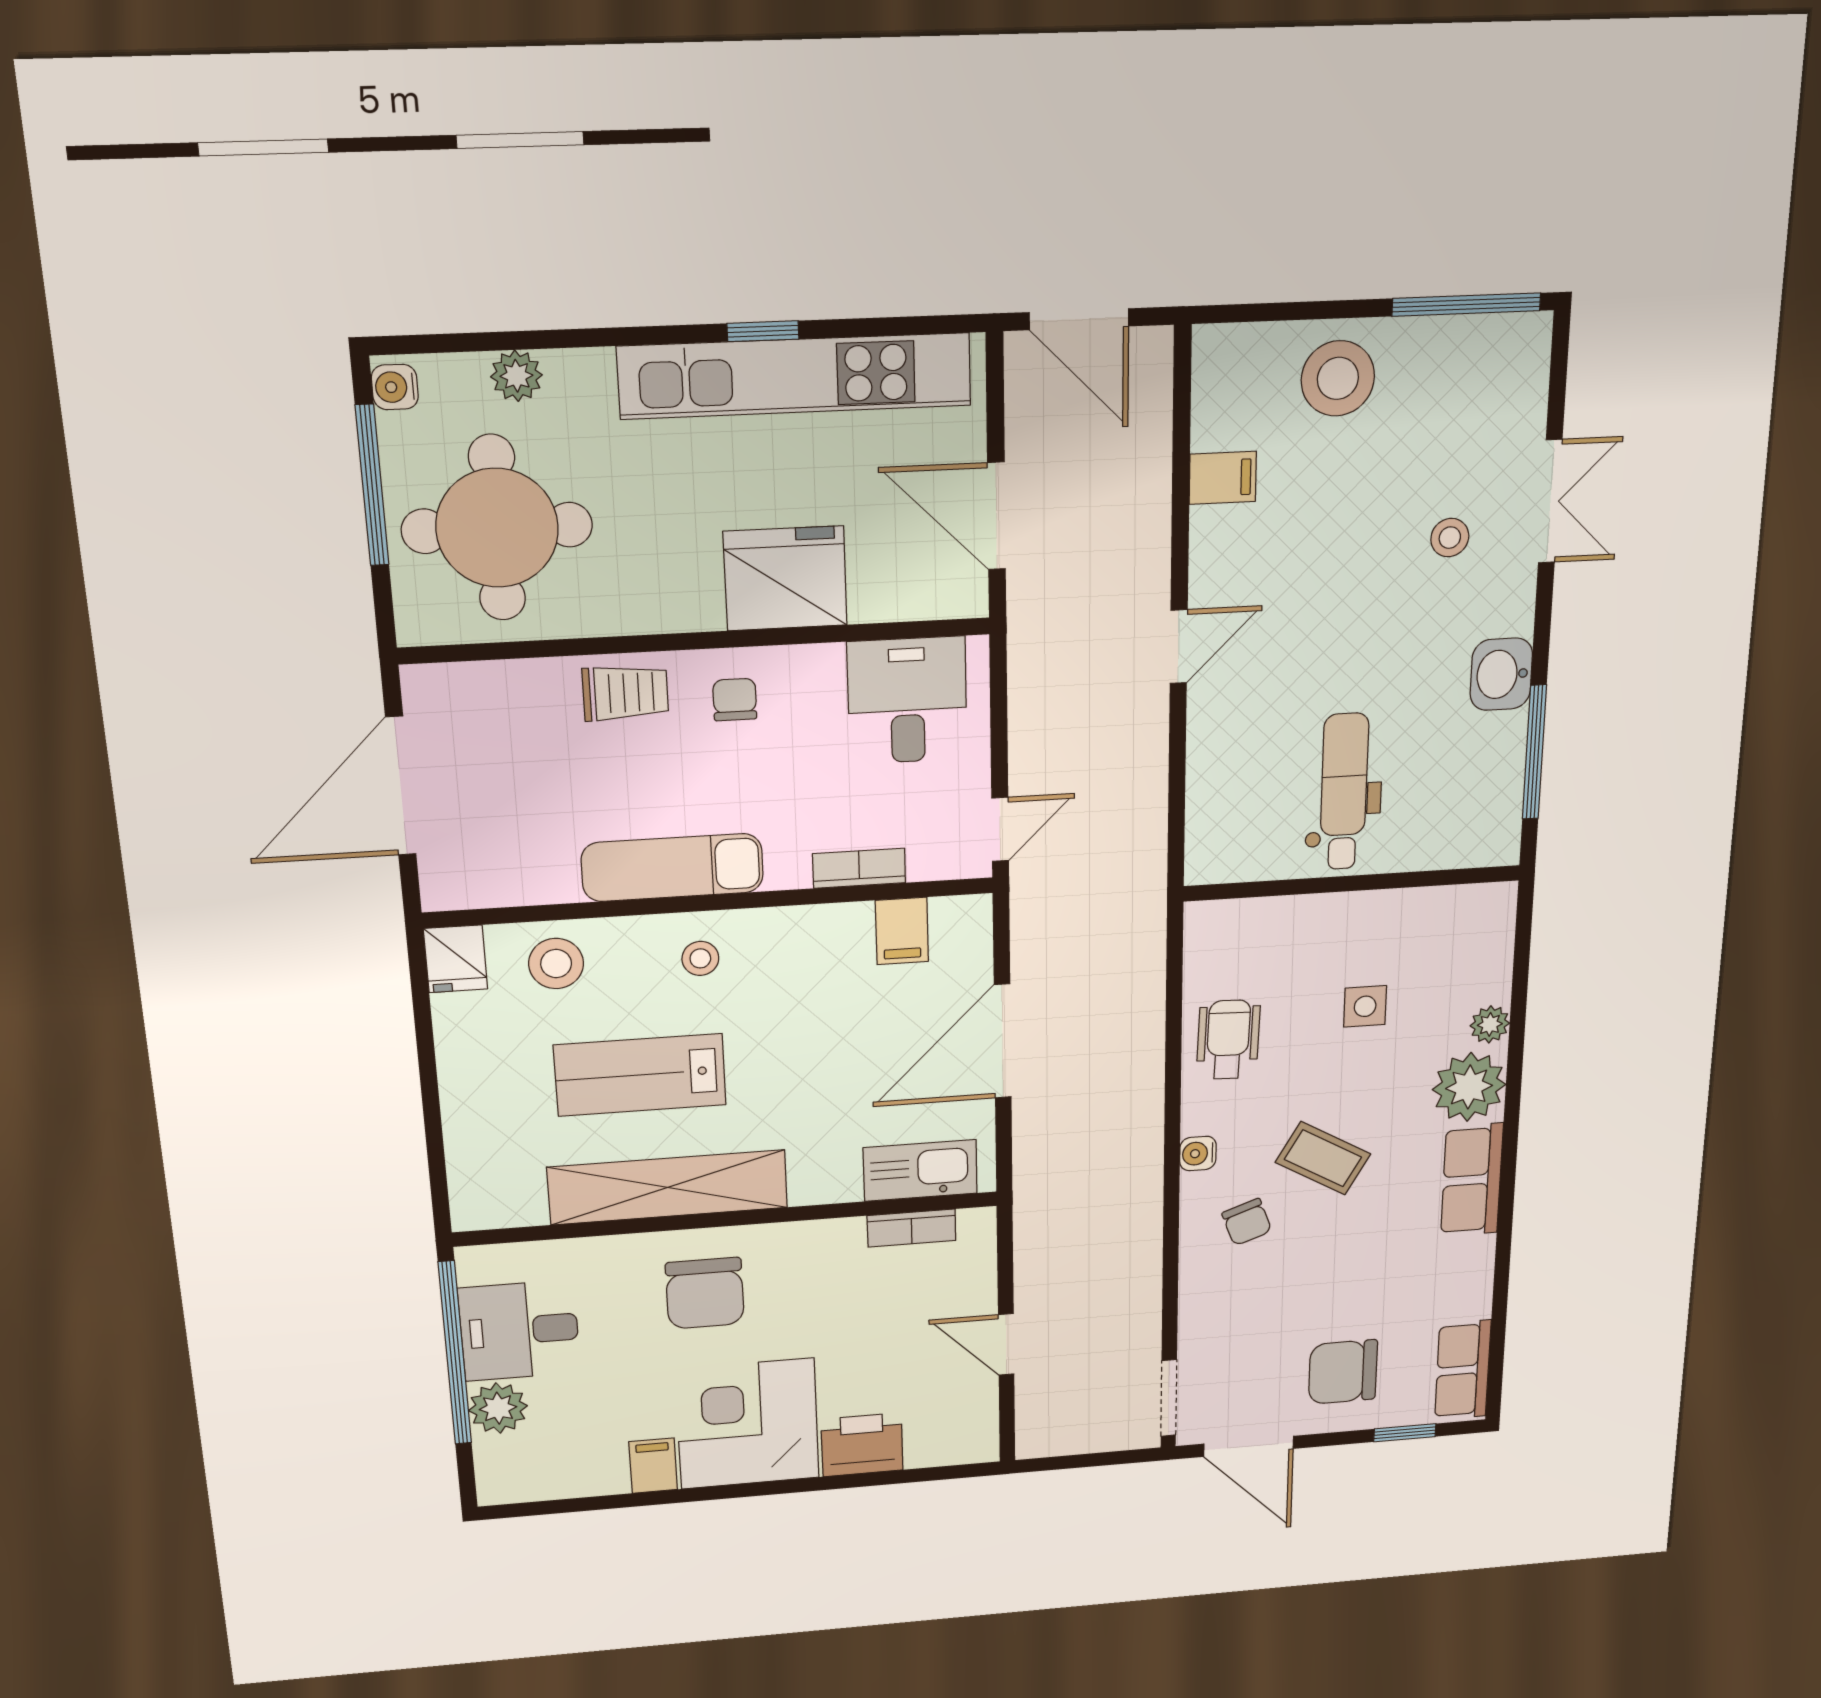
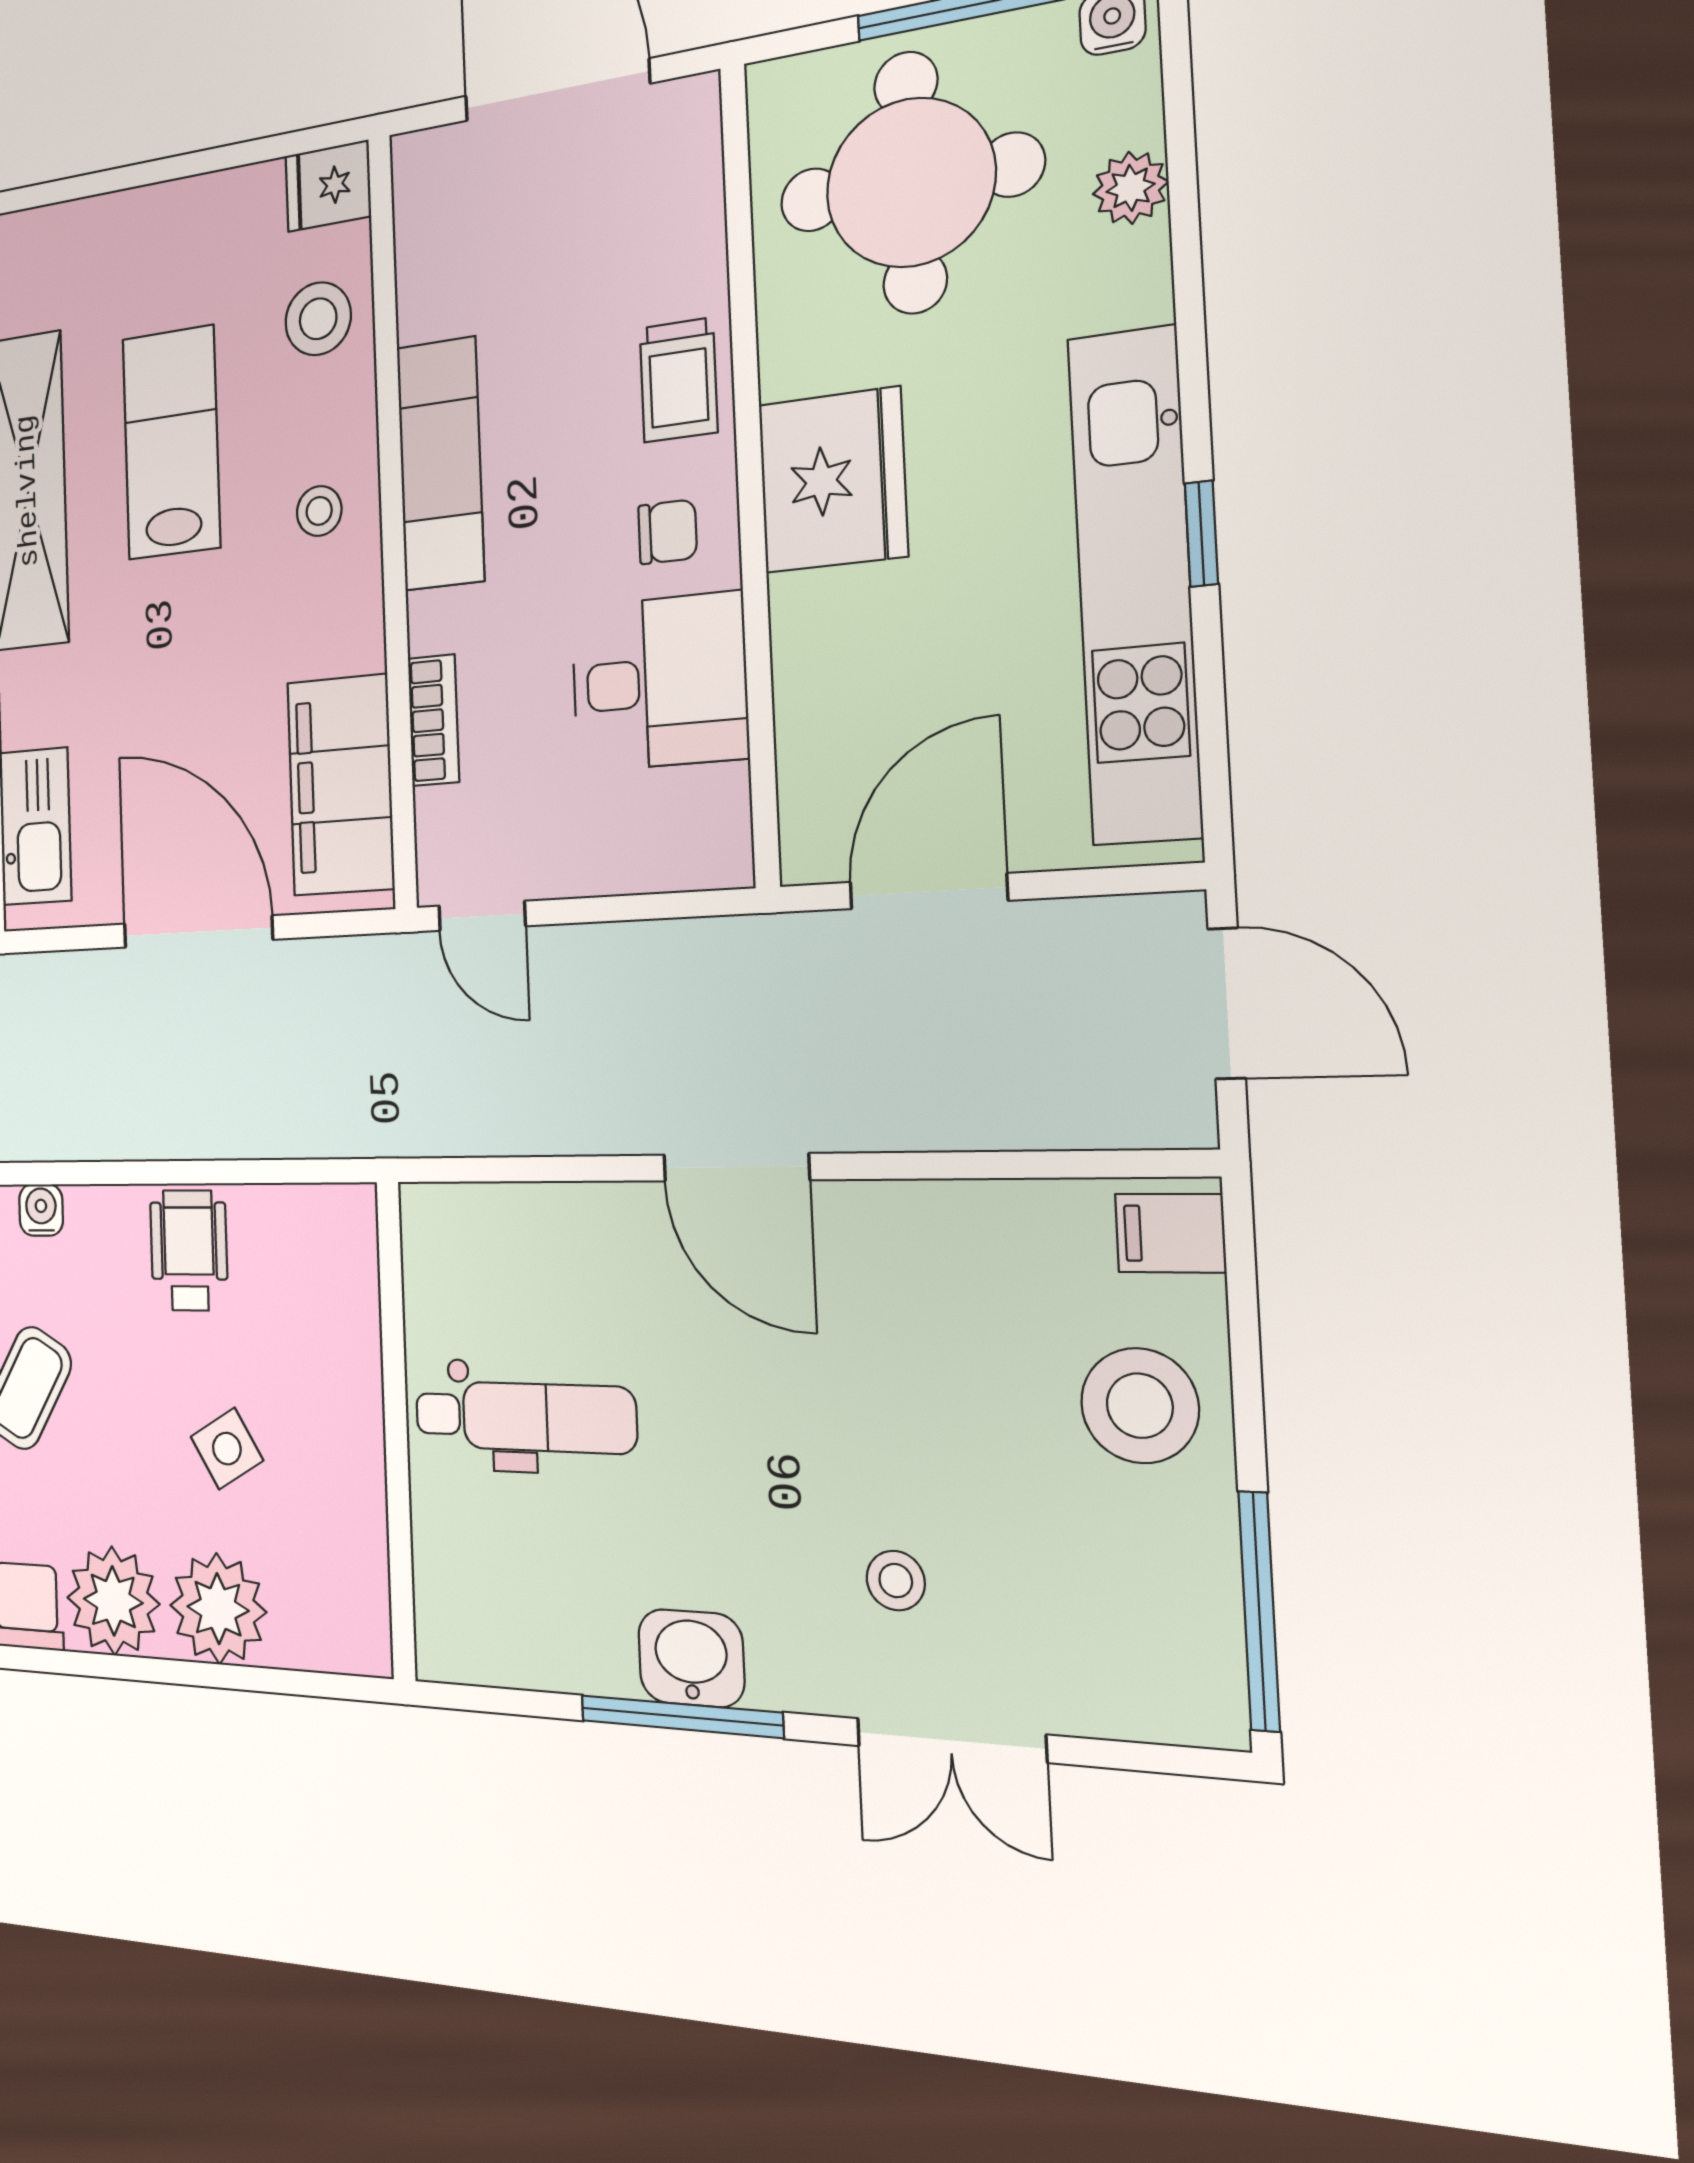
door: (1079, 319) -> (1227, 1003), swing flipped
filing cabinet: (1223, 478) -> (1170, 1233), moved, turned 90
fridge: (785, 578) -> (833, 480), moved
door: (1179, 647) -> (736, 1167), width x1.38
desk: (907, 701) -> (659, 682), moved
window: (1534, 752) -> (681, 1717), moved
filing cabinet: (902, 931) -> (341, 785), width x3.00, depth x1.17
side table: (1365, 1006) -> (227, 1449), turned -31
plant: (1490, 1024) -> (218, 1609), width x1.88, depth x1.88
wheelchair: (1228, 1040) -> (189, 1250), turned -92

